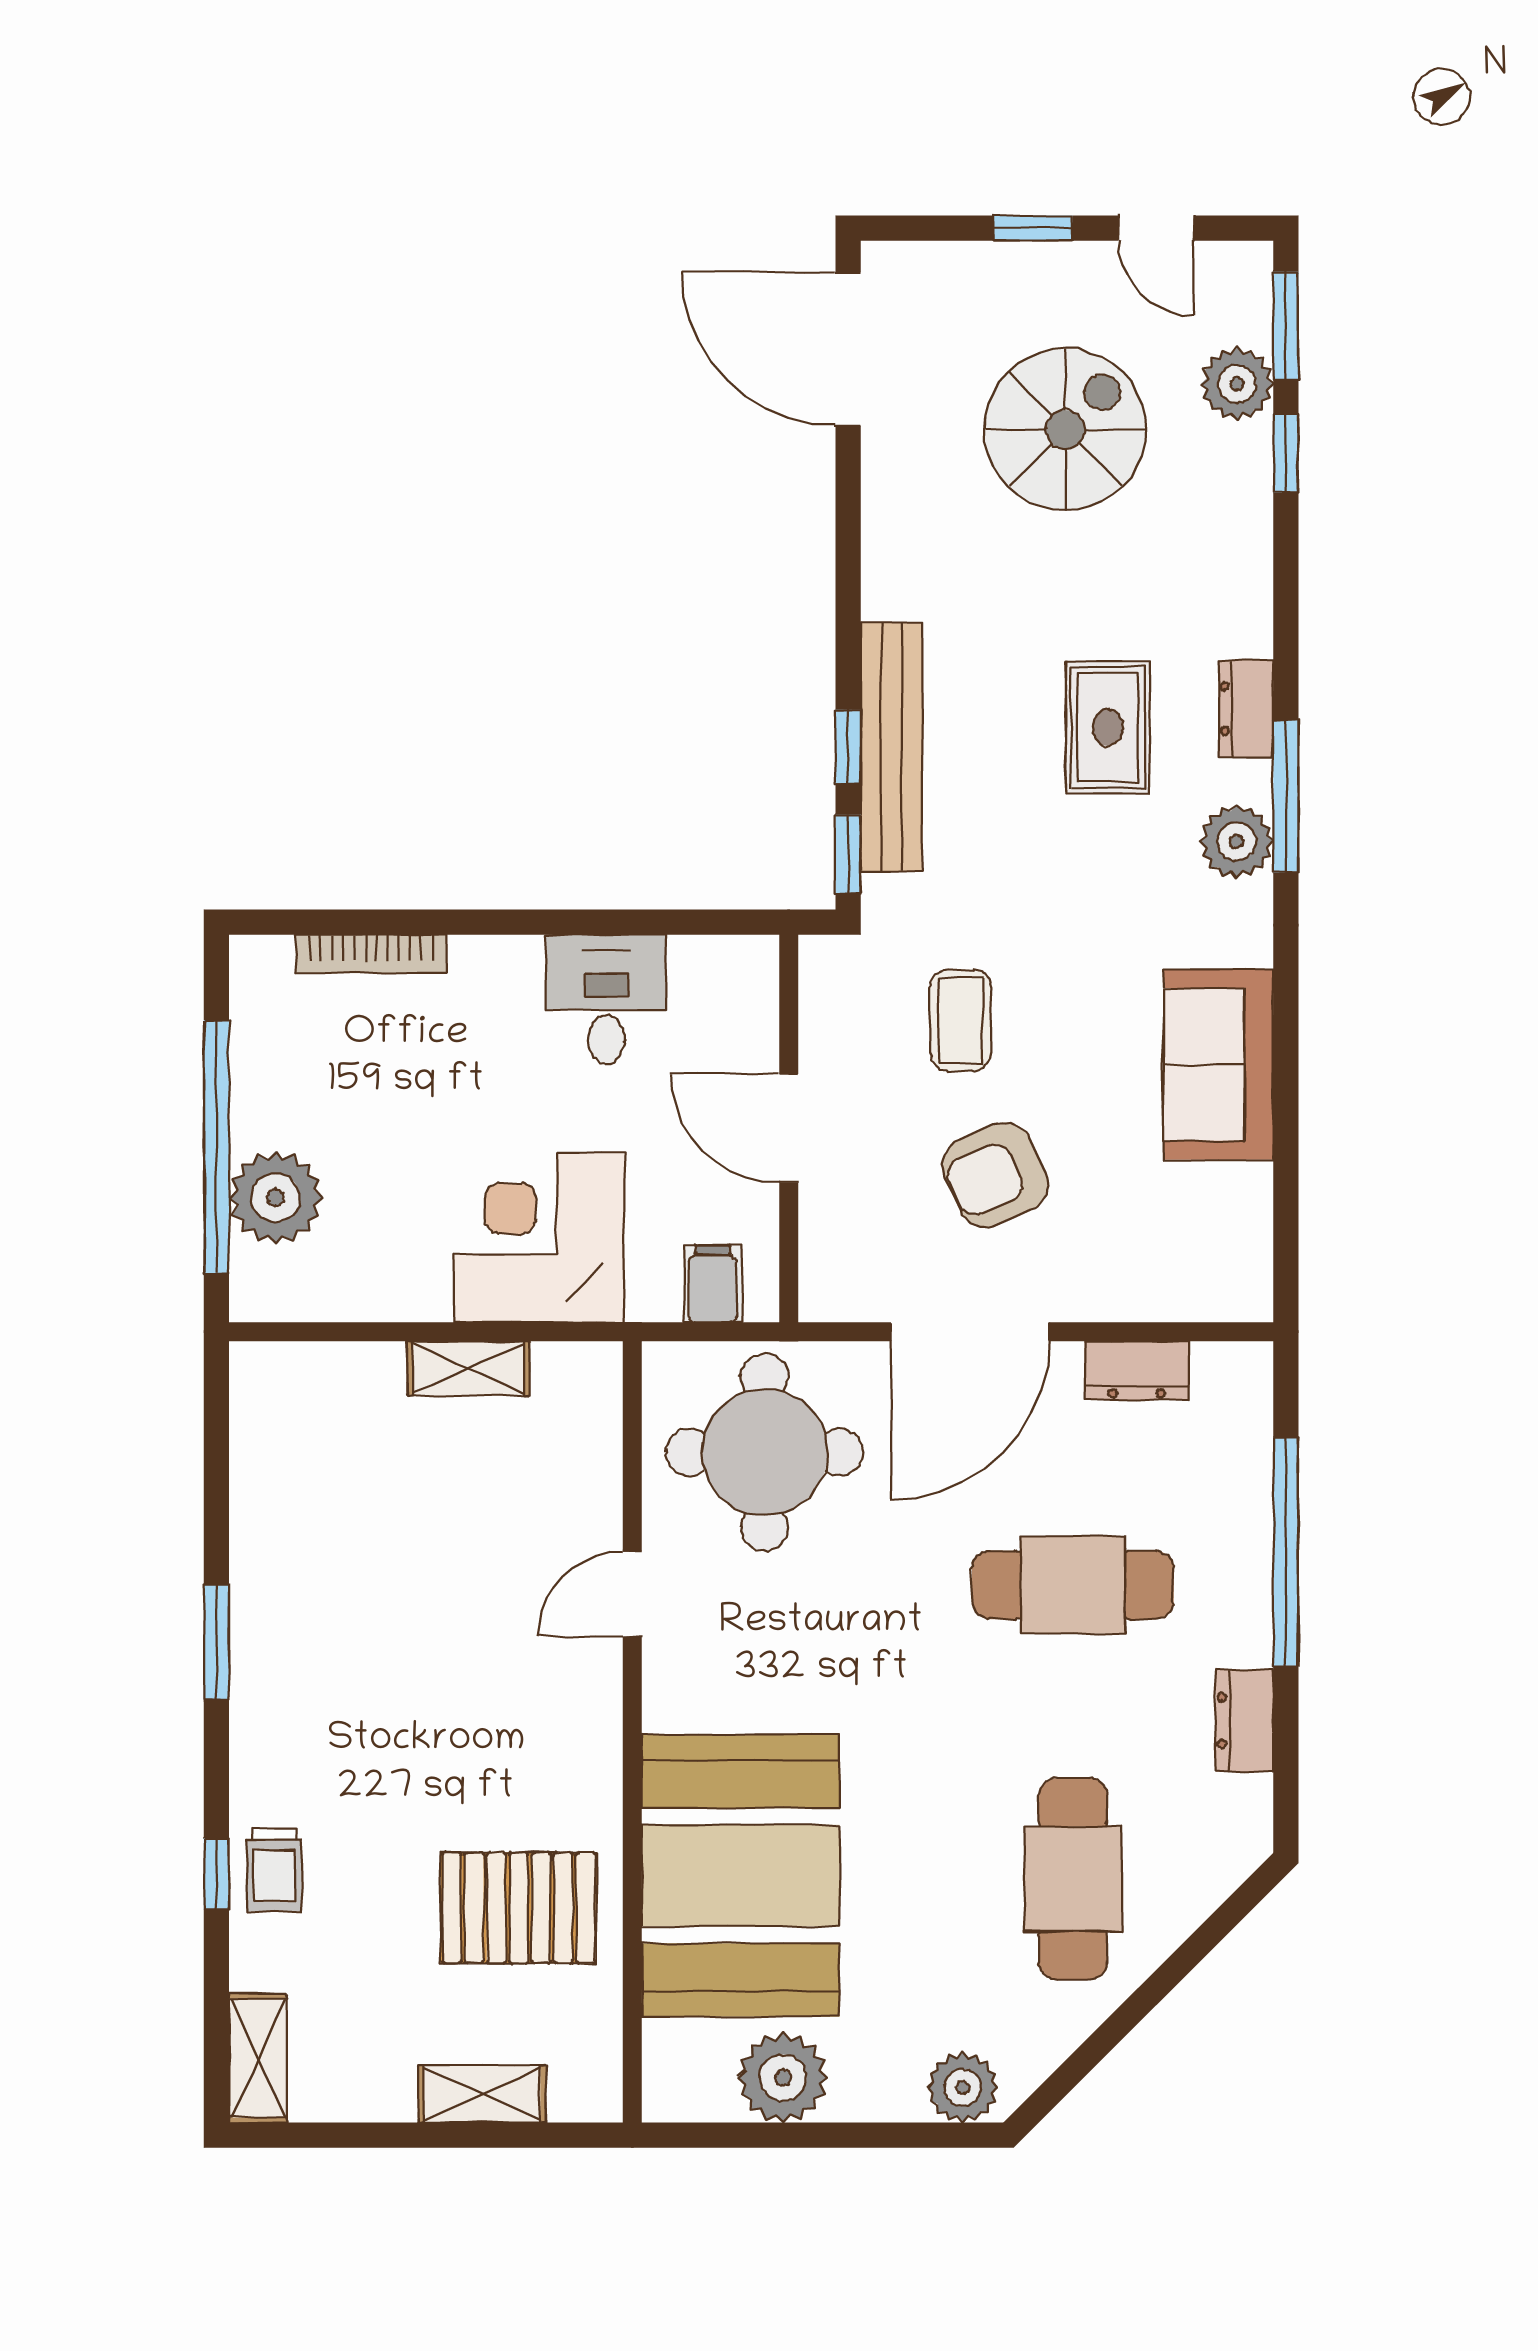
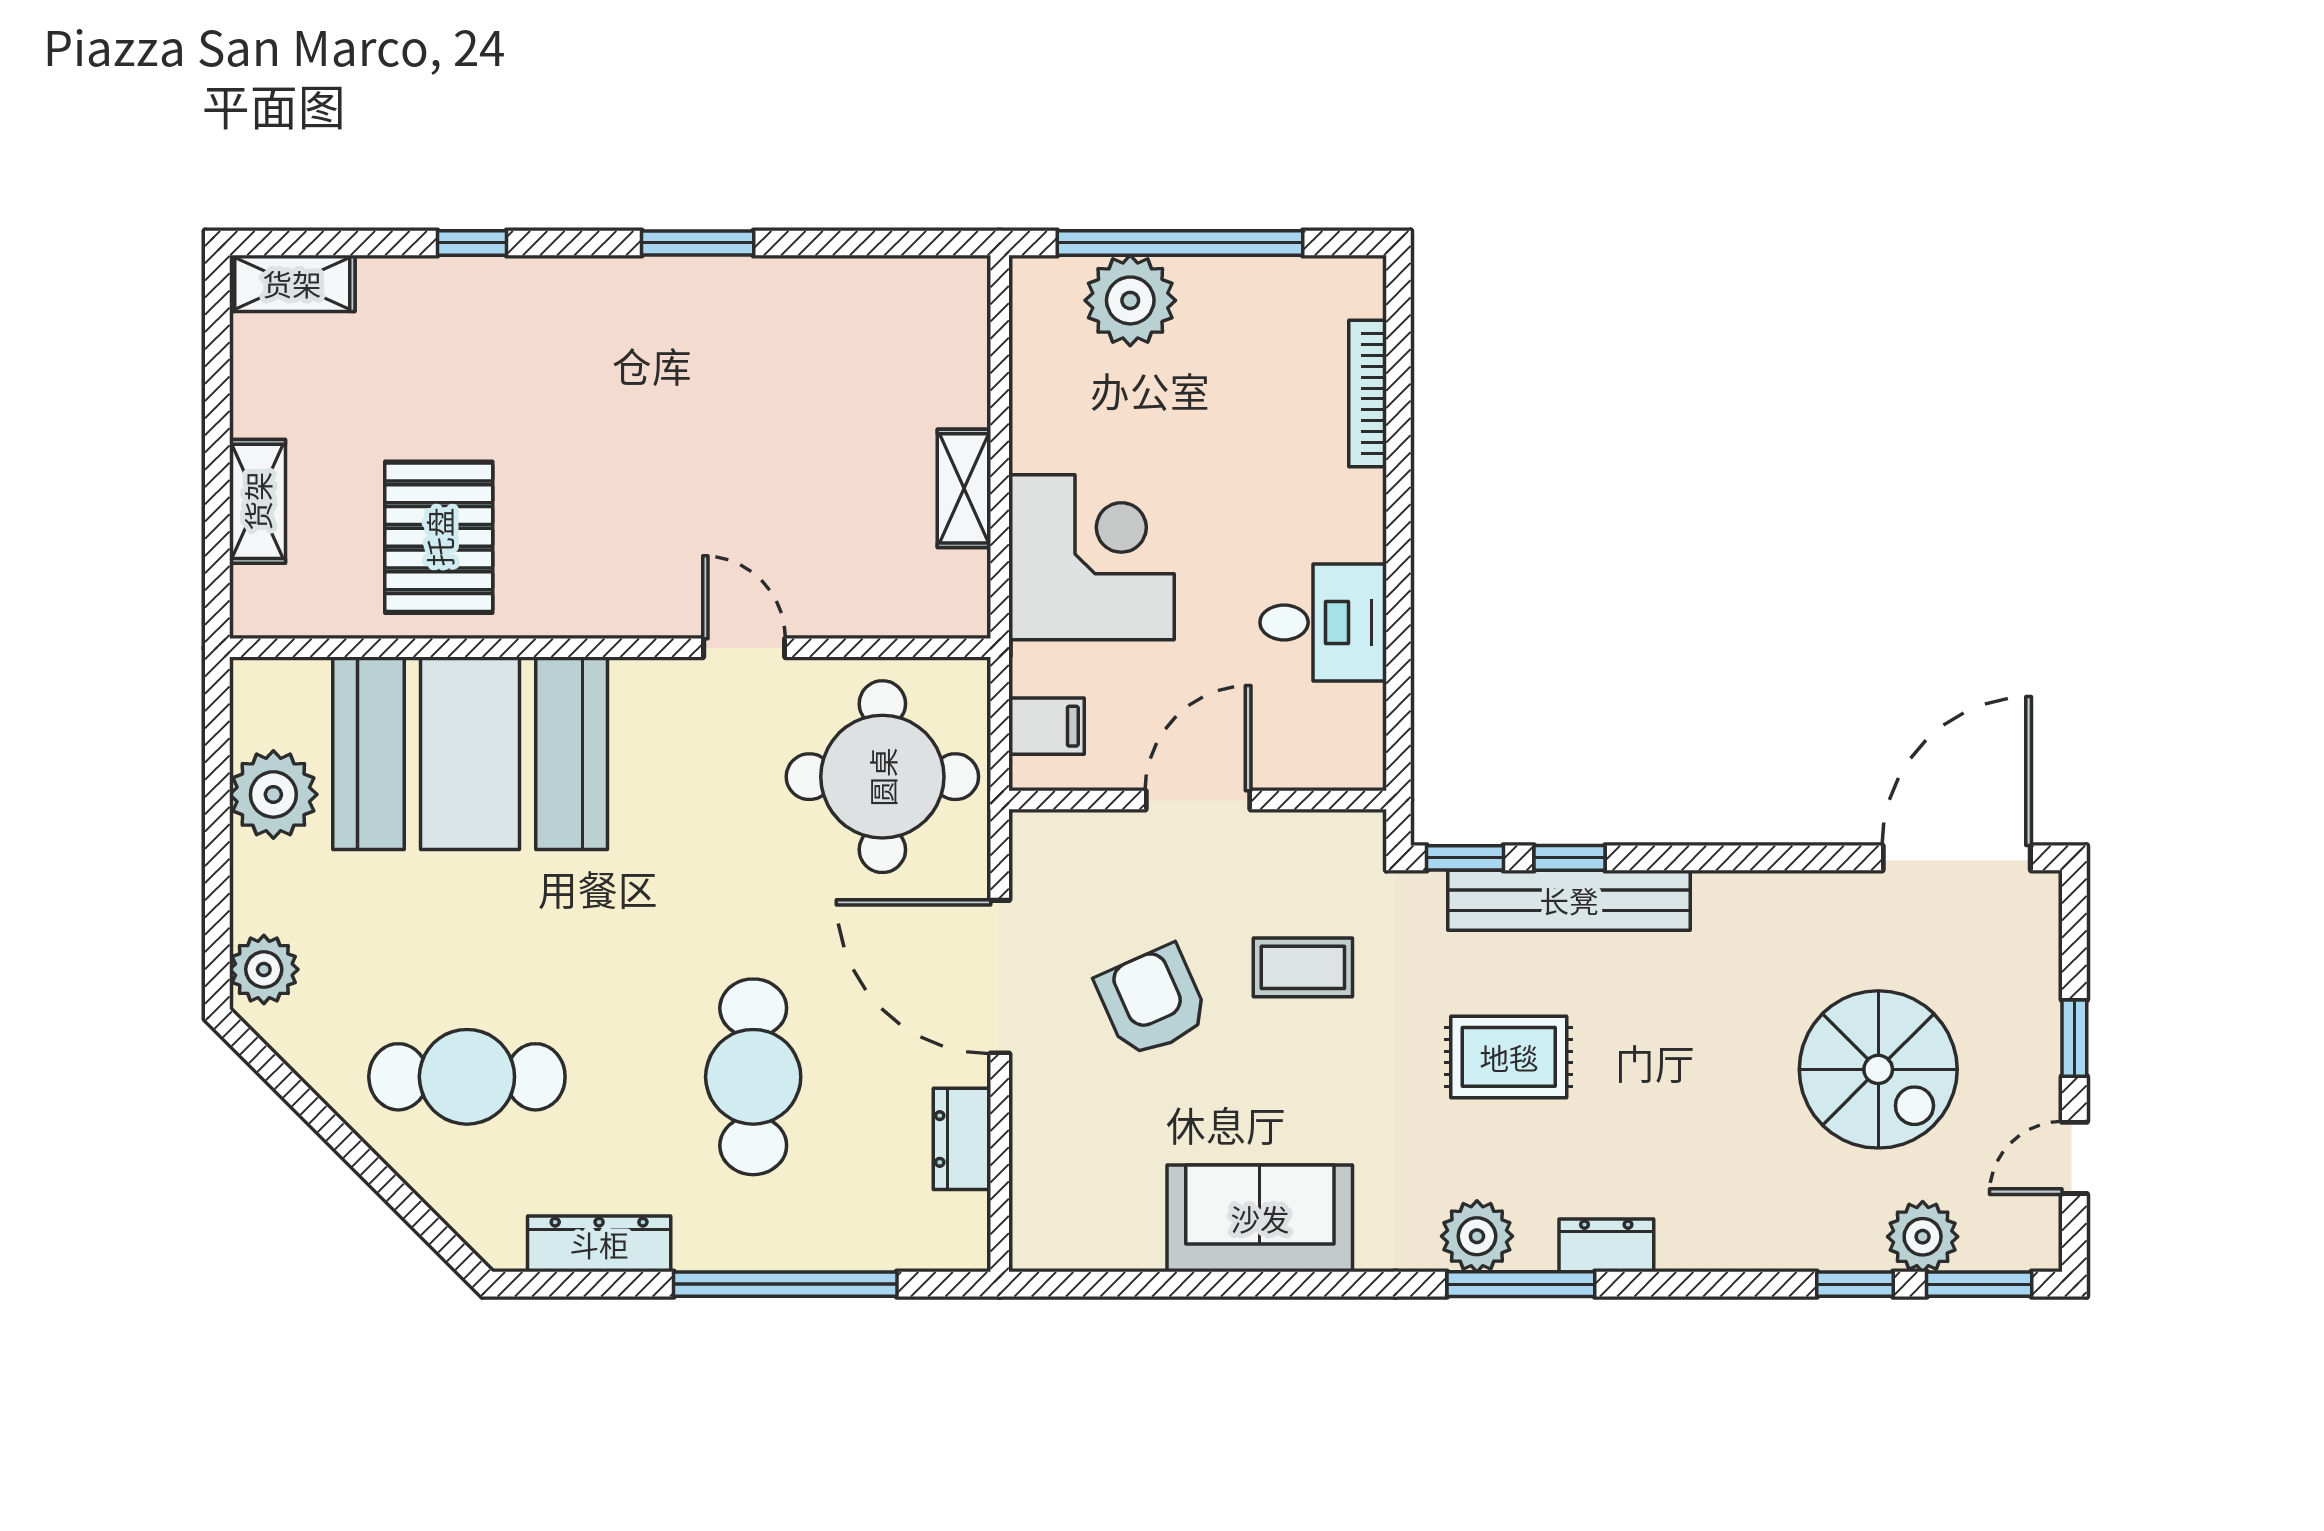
rug: (1108, 727) -> (1509, 1057), moved
dresser: (1245, 1721) -> (599, 1244), width x1.44
trolley: (274, 1870) -> (476, 299), removed

